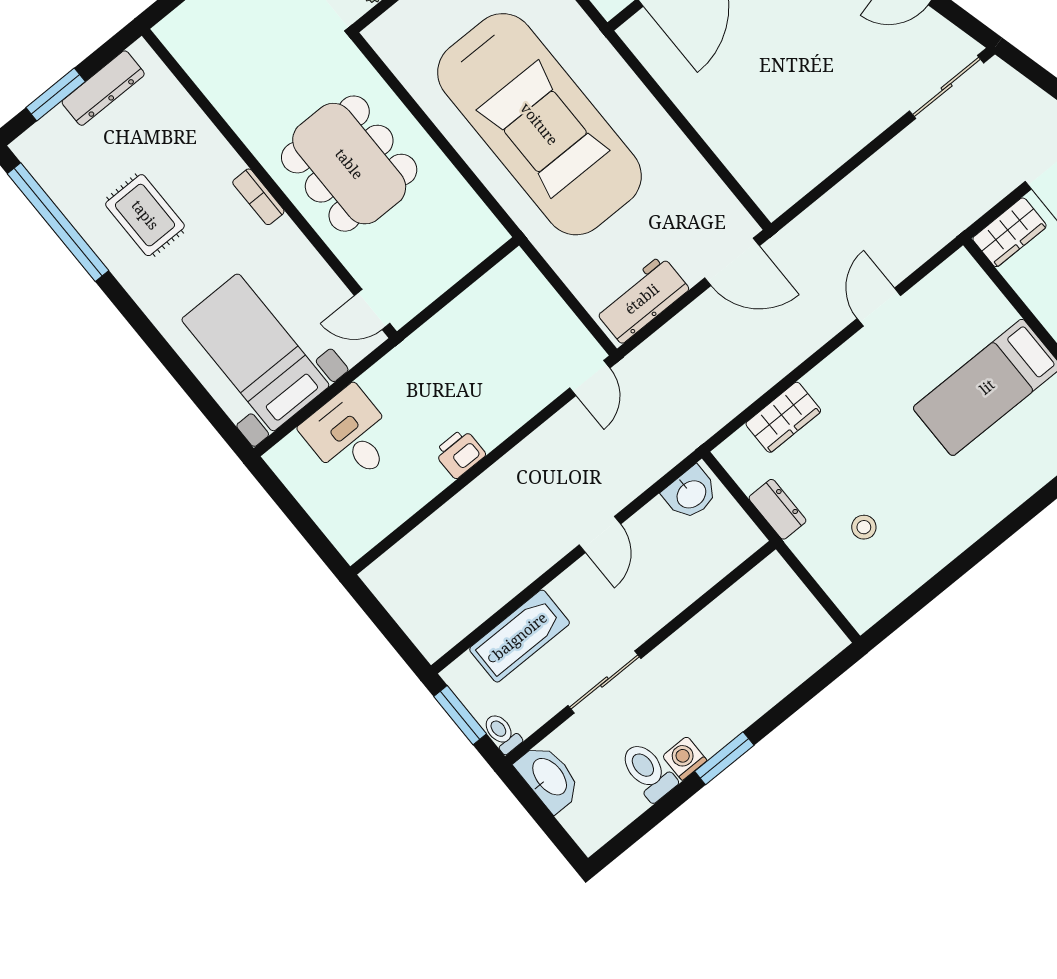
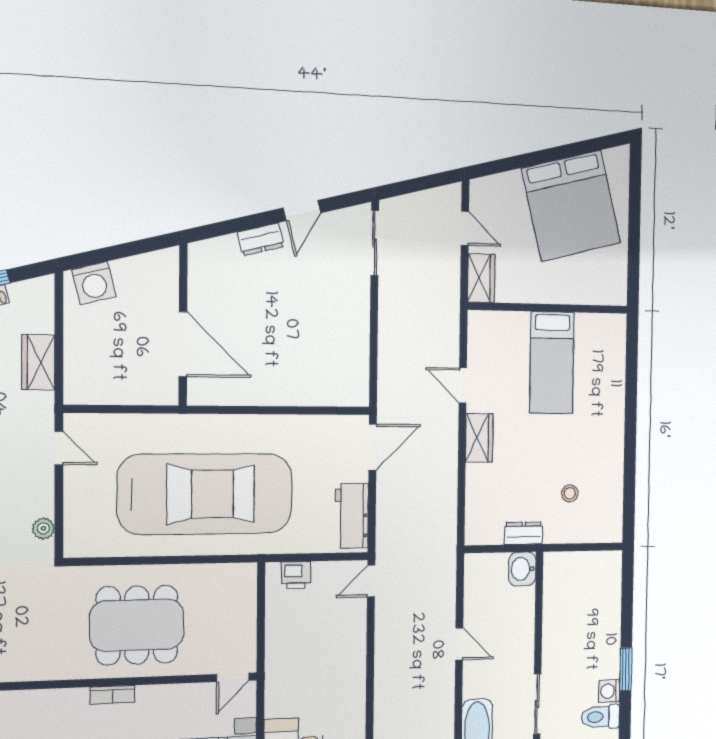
door: (590, 378) -> (371, 581), swing flipped
wardrobe: (783, 417) -> (479, 438), moved
printer: (460, 453) -> (296, 575), moved, turned -90
washbasin: (691, 493) -> (522, 569), moved, turned 180

